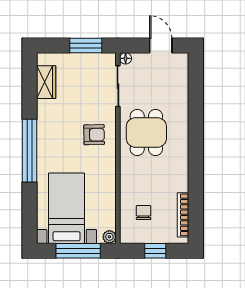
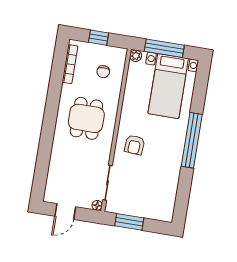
door: (161, 45) -> (65, 211), hinge flipped
wardrobe: (46, 82) -> (168, 196), removed
dining table: (146, 132) -> (86, 118), moved
armchair: (94, 135) -> (135, 145), turned -85

